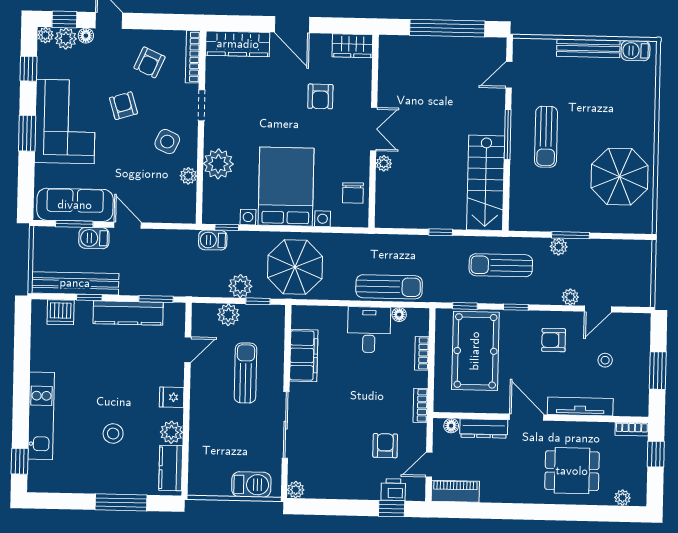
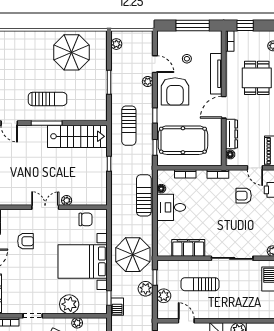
plant: (559, 247) -> (116, 44), moved
armchair: (554, 340) -> (175, 91), width x1.88, depth x1.88
window: (658, 371) -> (193, 26), width x1.44

